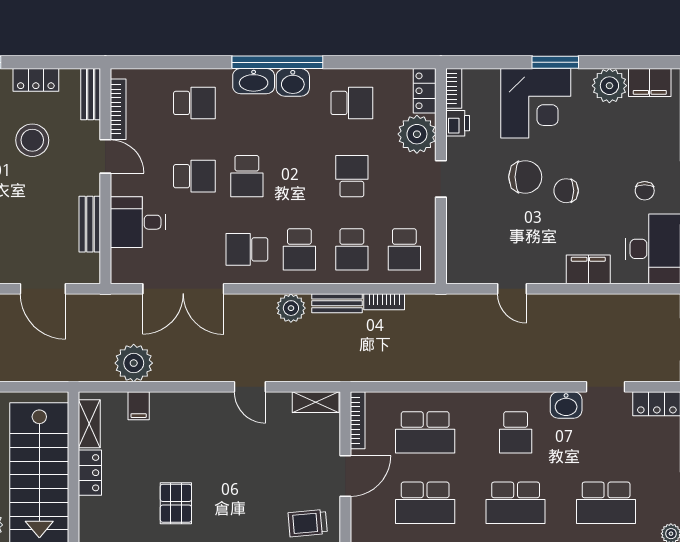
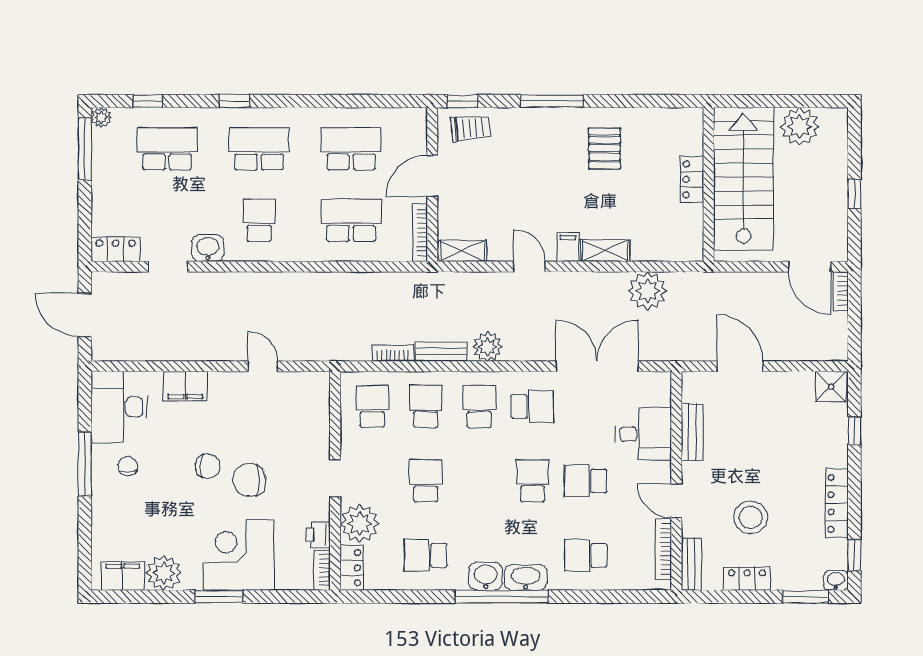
school desk: (352, 176) -> (426, 481), turned 180
filing cabinet: (139, 406) -> (568, 247), moved
shelving: (89, 424) -> (605, 251), moved, turned 90

